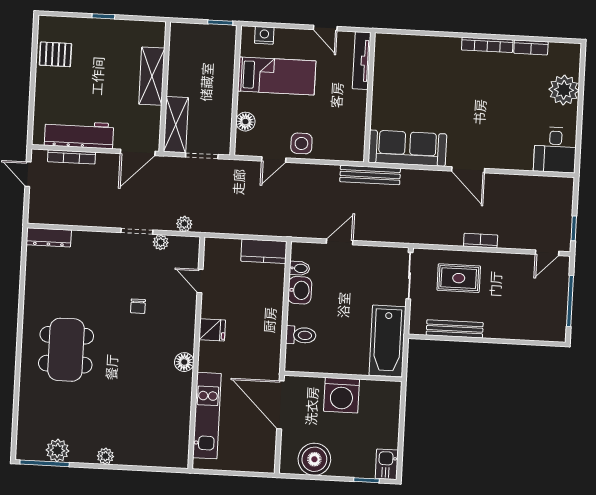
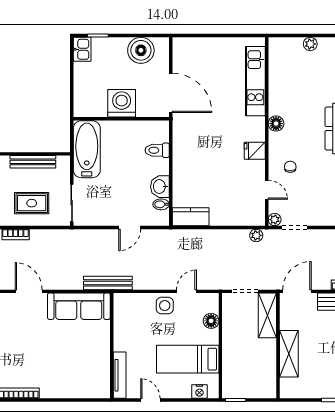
door: (200, 281) -> (267, 190), moved
fridge: (212, 330) -> (255, 151), moved
wall: (196, 353) -> (267, 132), moved
floor lamp: (184, 362) -> (276, 124), moved
kitchen unit: (207, 416) -> (255, 81), moved

